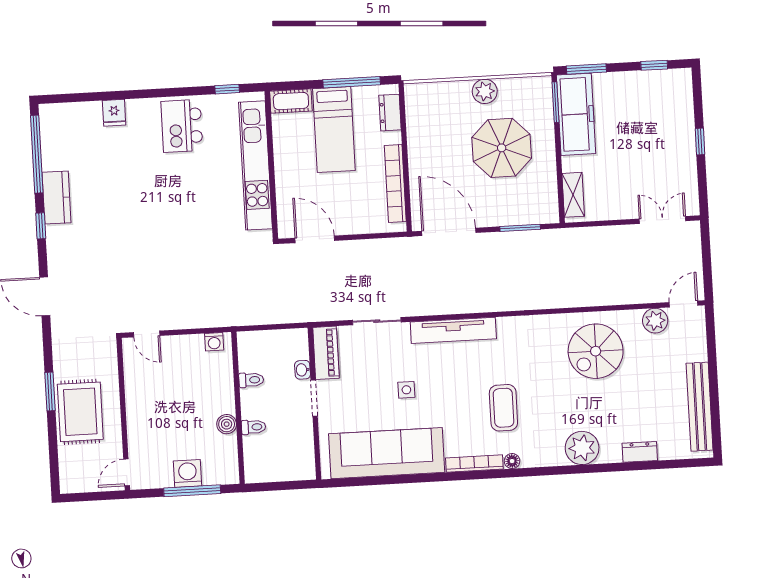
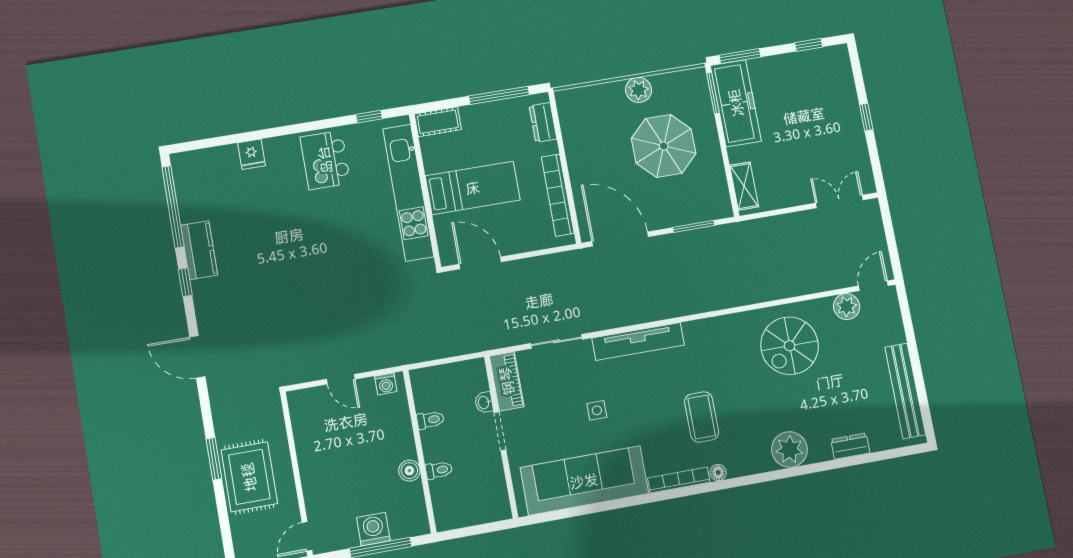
bed: (334, 130) -> (473, 188), moved, turned -90
door: (147, 334) -> (341, 379), moved

